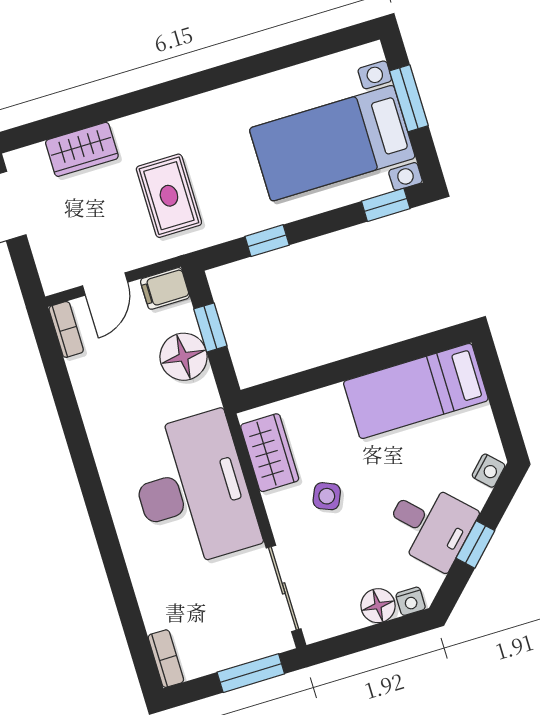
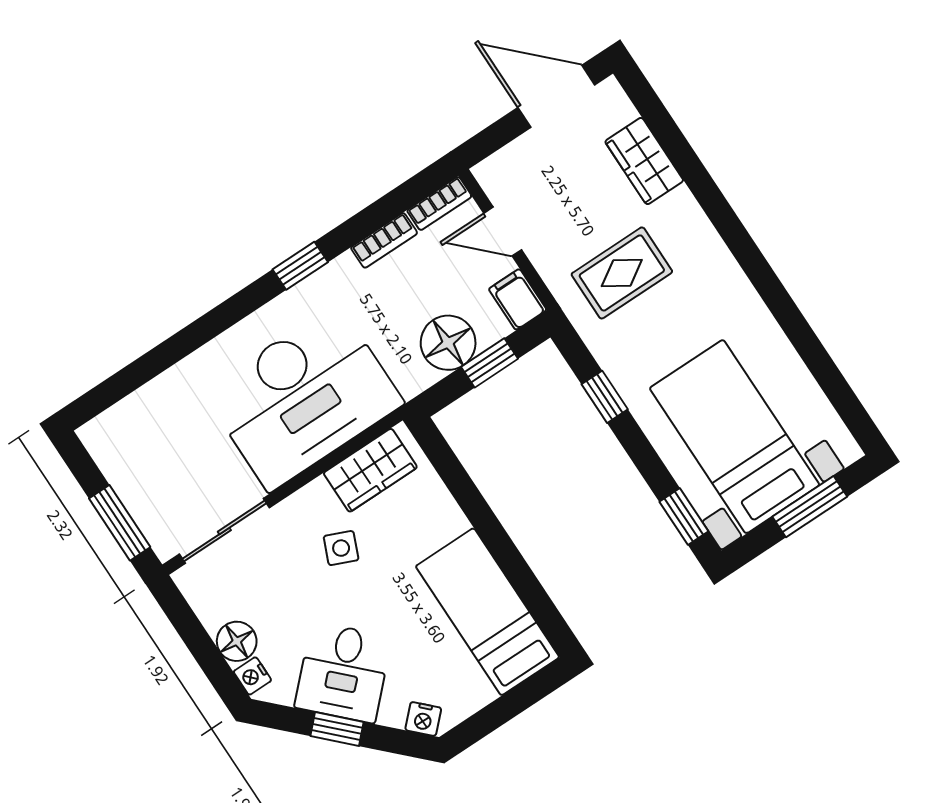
window: (83, 460) -> (300, 266), added
bookcase: (166, 659) -> (384, 240), moved

